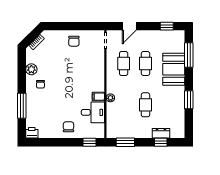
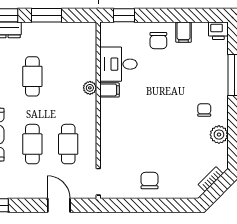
door: (129, 26) -> (59, 205), hinge flipped
filing cabinet: (53, 132) -> (184, 32), added
window: (125, 142) -> (46, 15), moved

